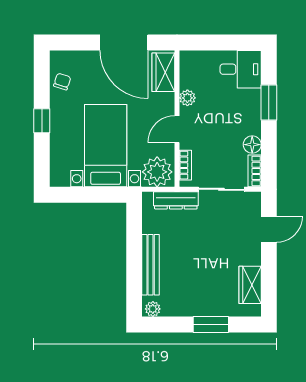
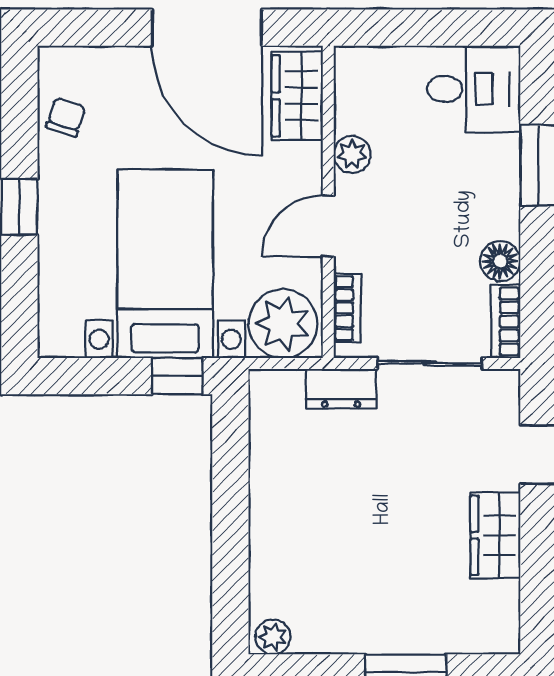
window: (111, 195) -> (177, 376), added
dresser: (176, 200) -> (341, 389), width x0.70
bench: (151, 265) -> (268, 536), removed
wardrobe: (250, 285) -> (495, 535), moved

